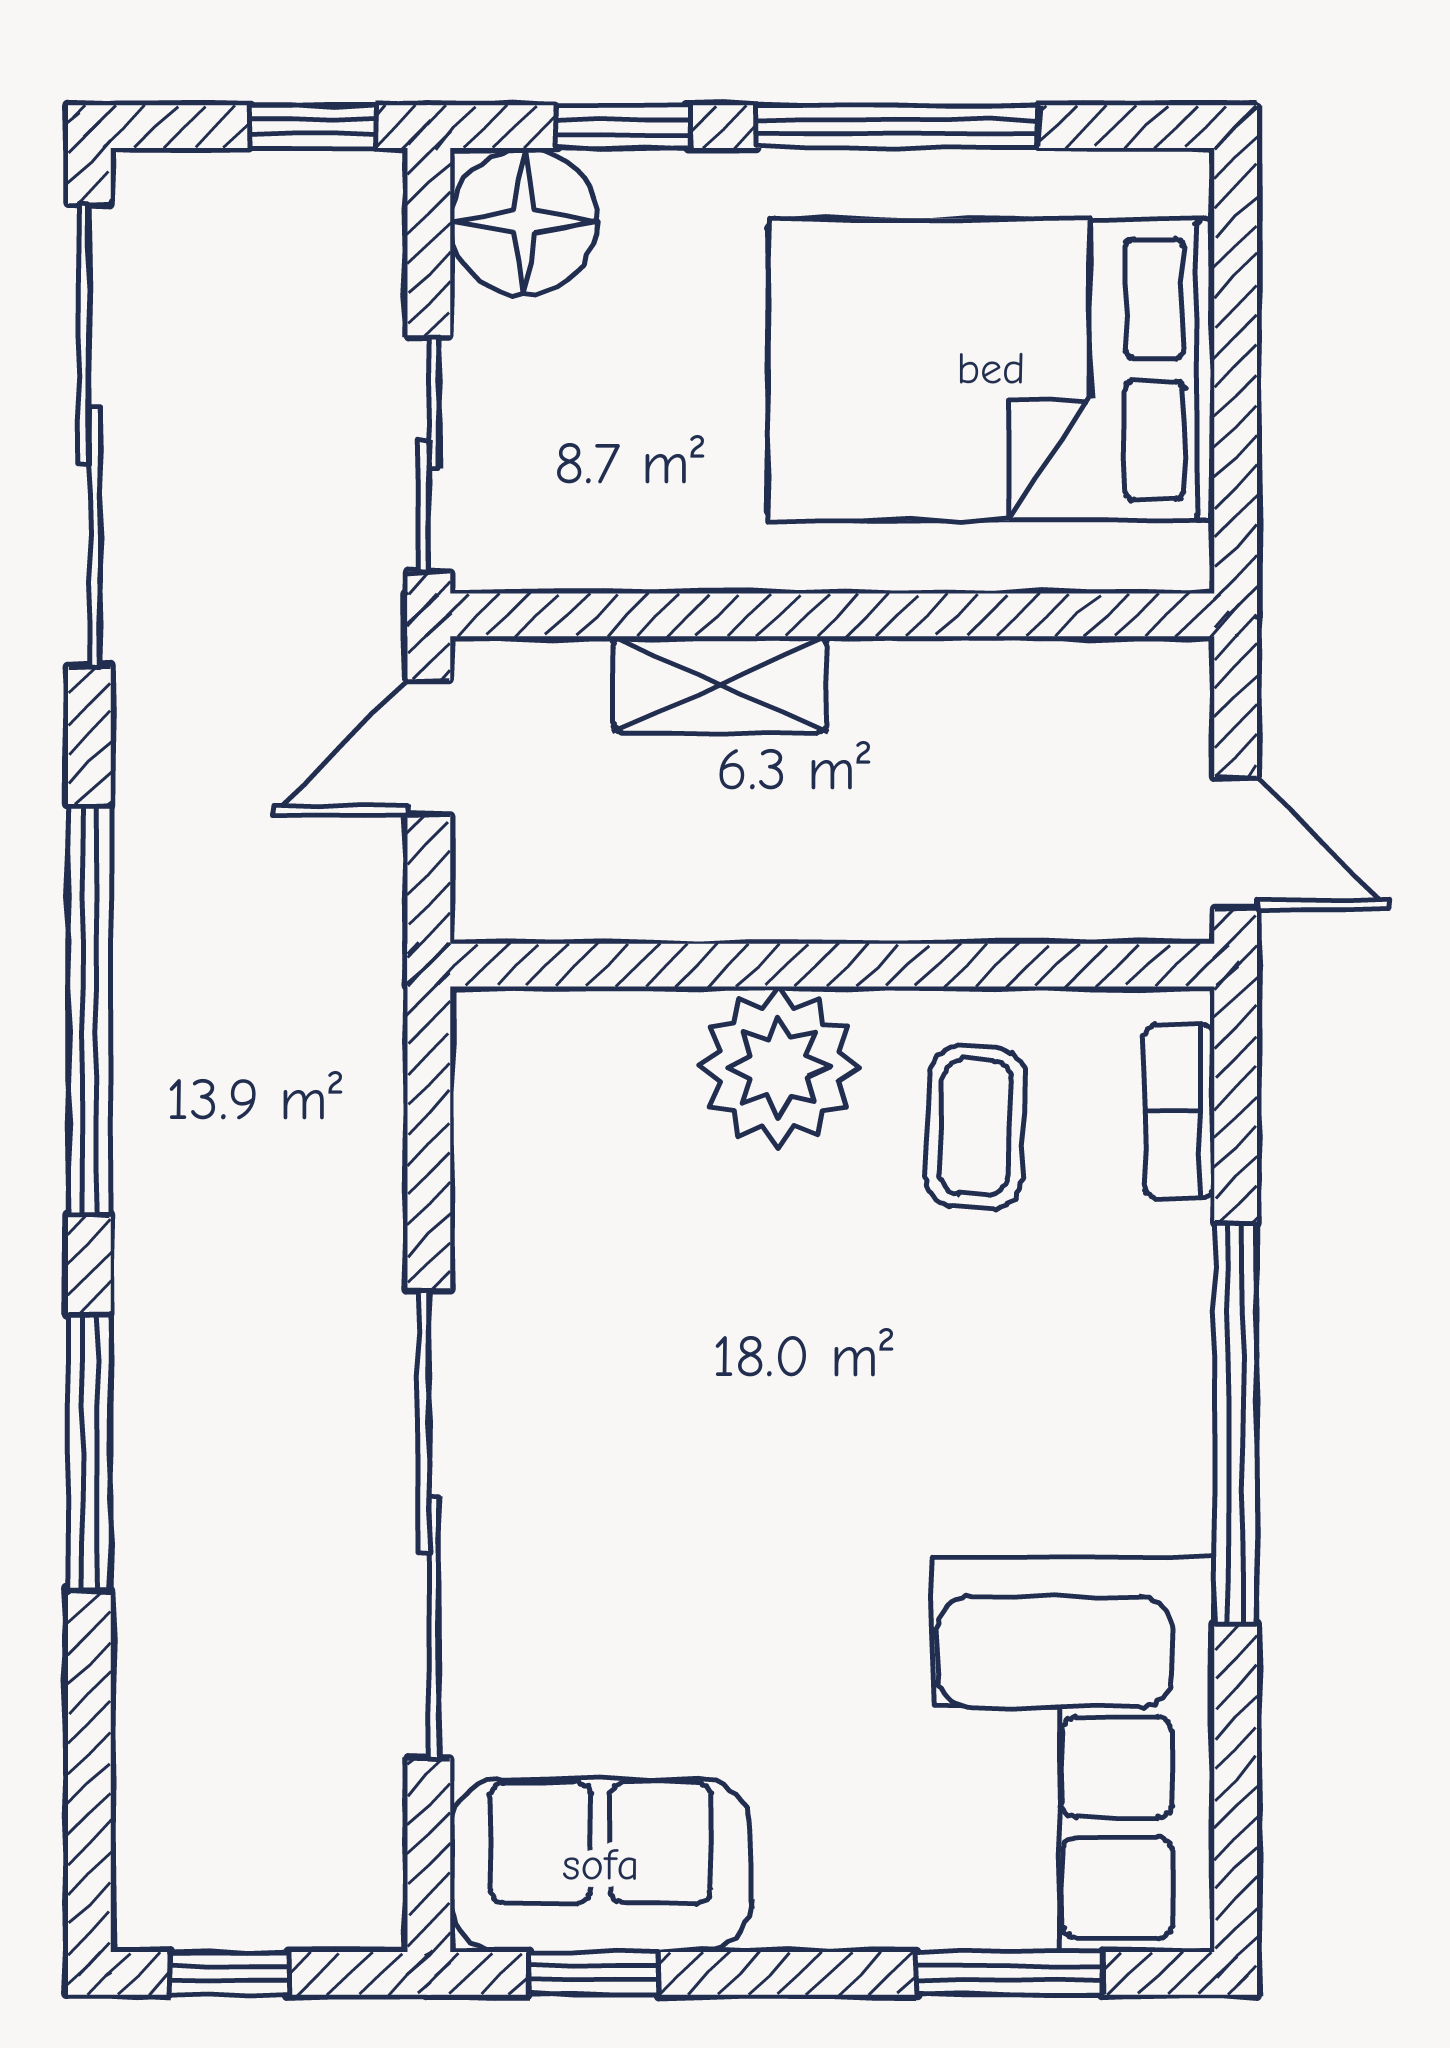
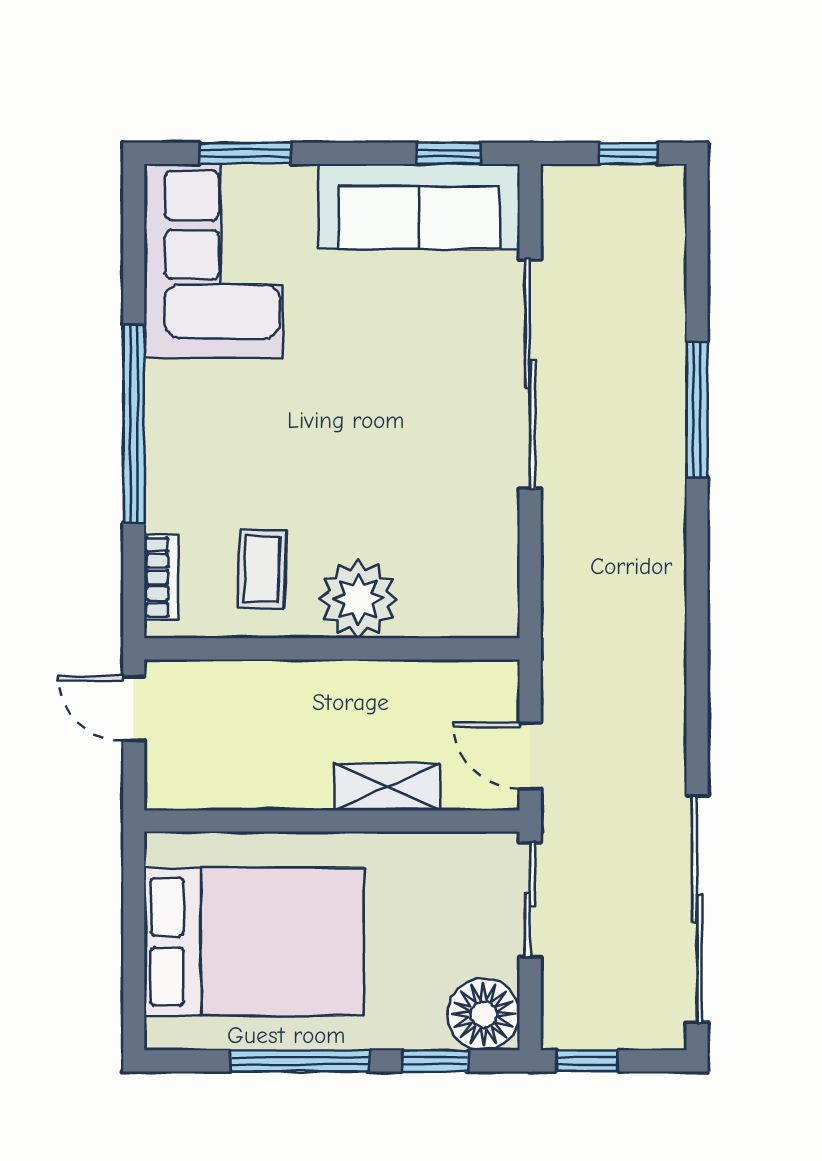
door: (429, 748) -> (530, 756), swing flipped
window: (89, 1010) -> (697, 627), removed
sofa: (601, 1865) -> (419, 207), width x1.36

